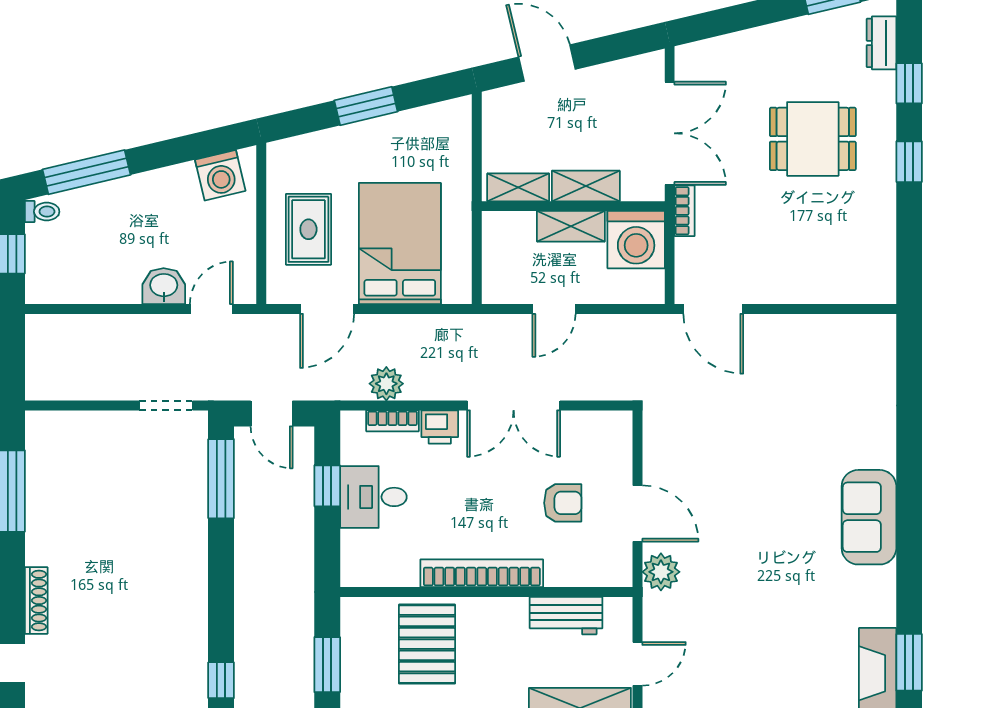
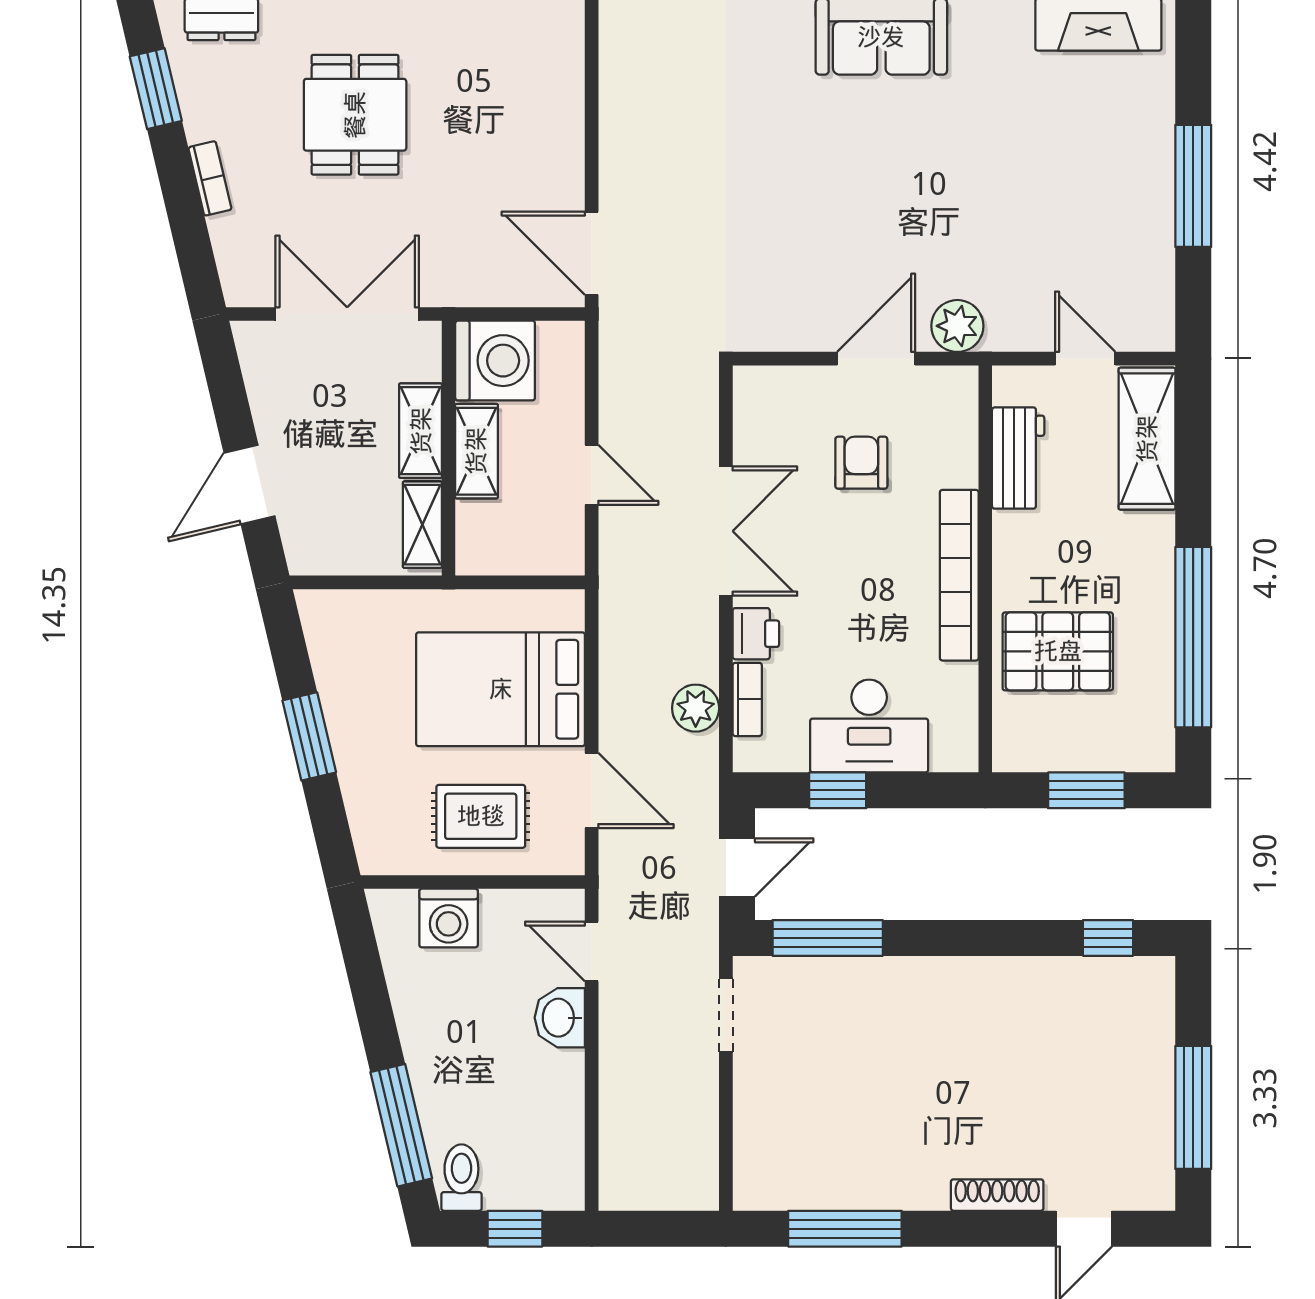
washing machine: (220, 175) -> (449, 918), moved, turned 103
bookcase: (685, 211) -> (210, 178), moved, turned 77
toilet: (42, 212) -> (461, 1178), width x1.37, depth x1.39
door: (713, 309) -> (592, 253), swing flipped
desk: (373, 497) -> (869, 726), width x1.37

